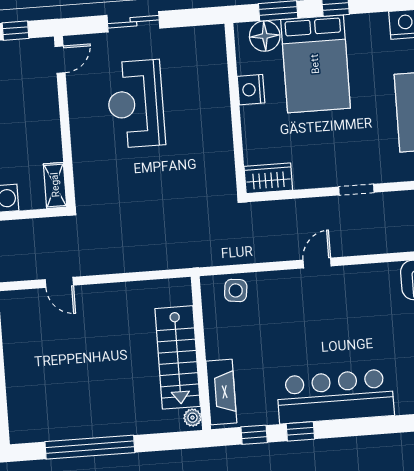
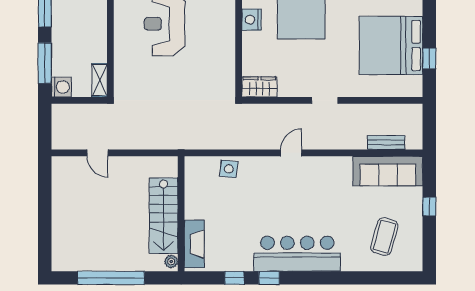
wall: (201, 353) -> (181, 214), moved
stairs: (178, 357) -> (164, 216), moved
fireplace: (221, 392) -> (194, 244), moved
plant: (192, 418) -> (171, 262), moved

